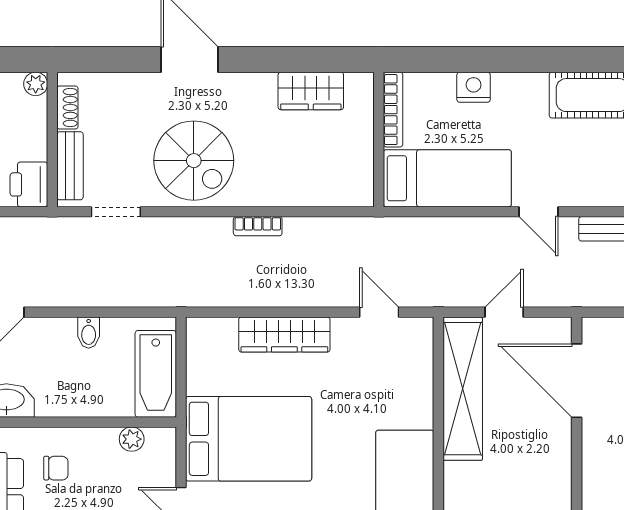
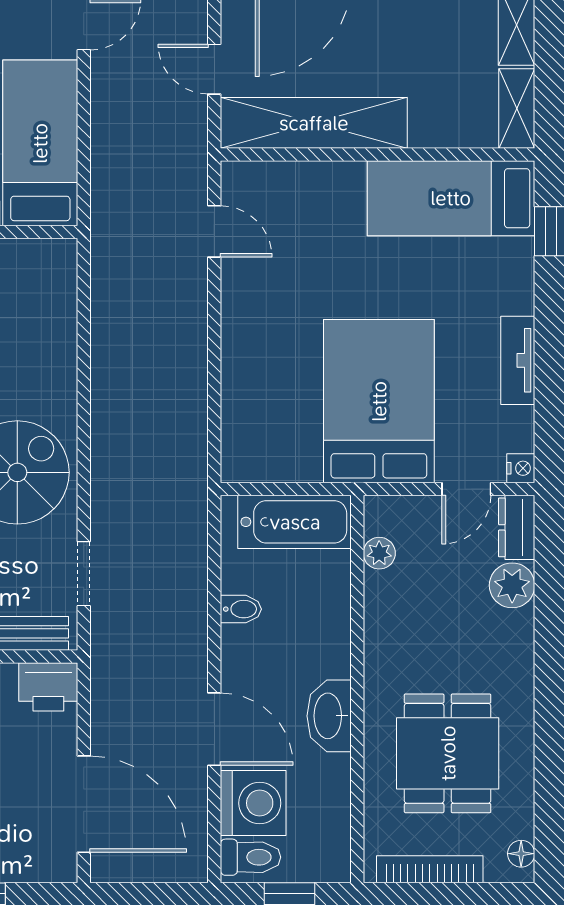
bookcase: (258, 226) -> (103, 389), removed
door: (379, 312) -> (214, 231), swing flipped
wardrobe: (284, 335) -> (243, 355), removed
chair: (56, 468) -> (417, 652), removed

